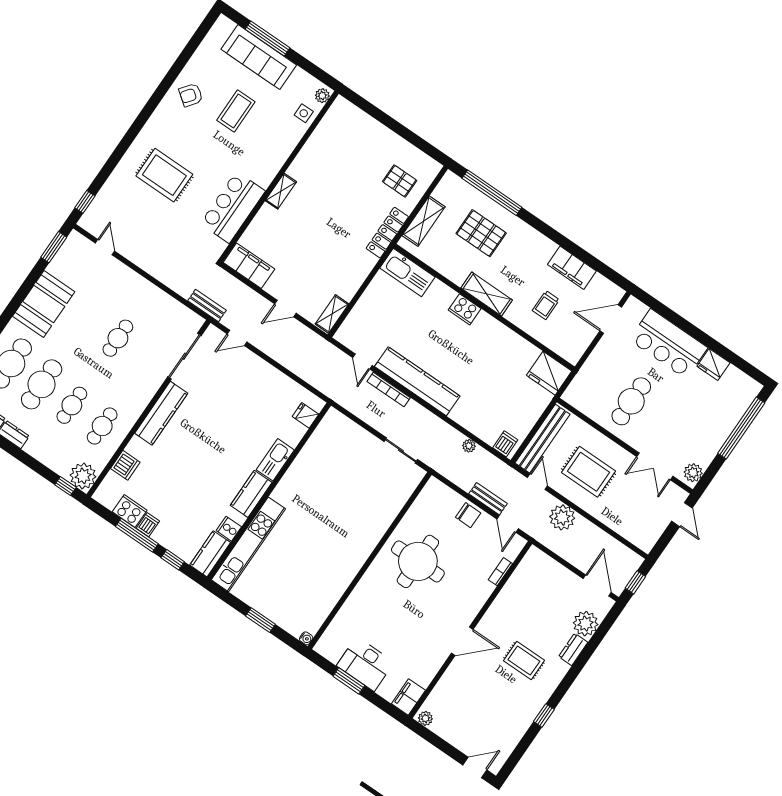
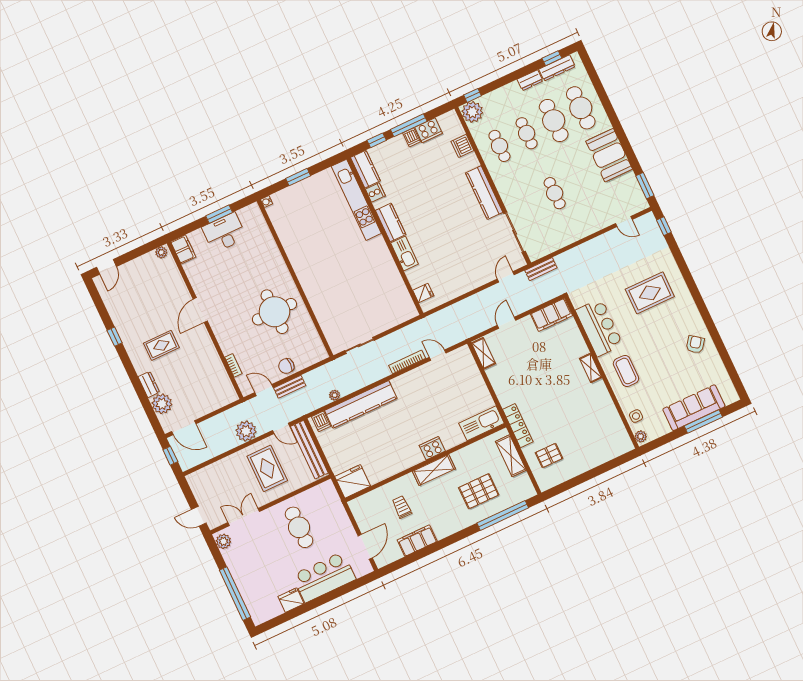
coffee table: (236, 111) -> (626, 371), moved
kitchen counter: (417, 381) -> (361, 404), moved
rug: (588, 472) -> (267, 468), turned 90

